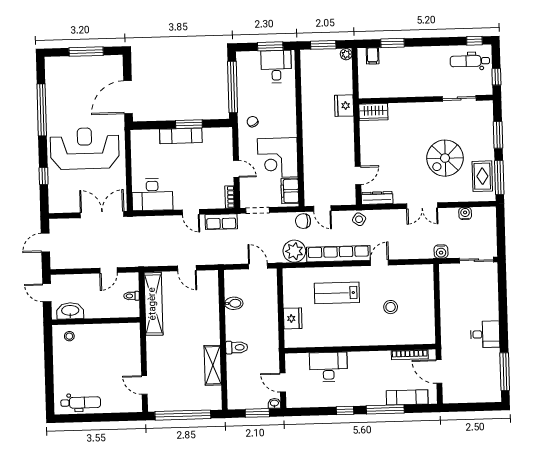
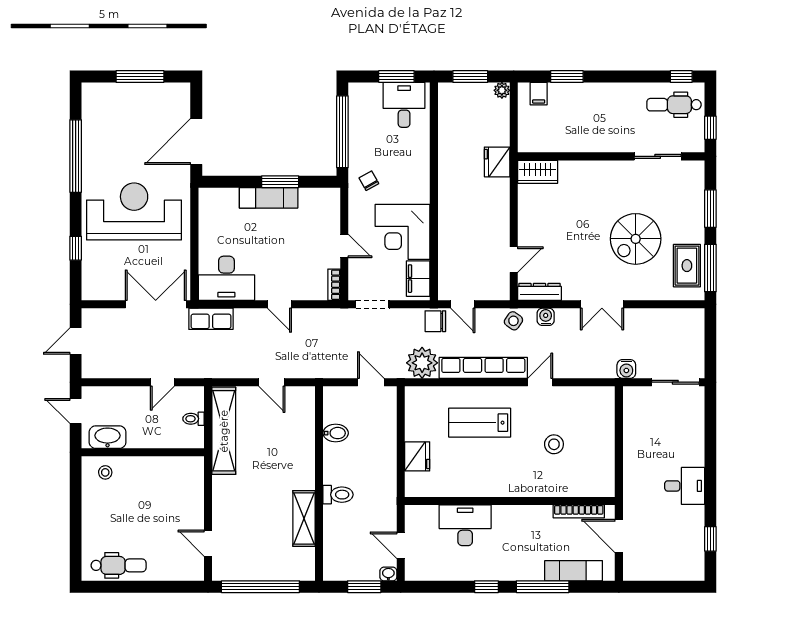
water cooler: (465, 213) -> (546, 317), moved
row of seats: (221, 222) -> (211, 319), moved
window: (505, 372) -> (710, 539), width x0.46

